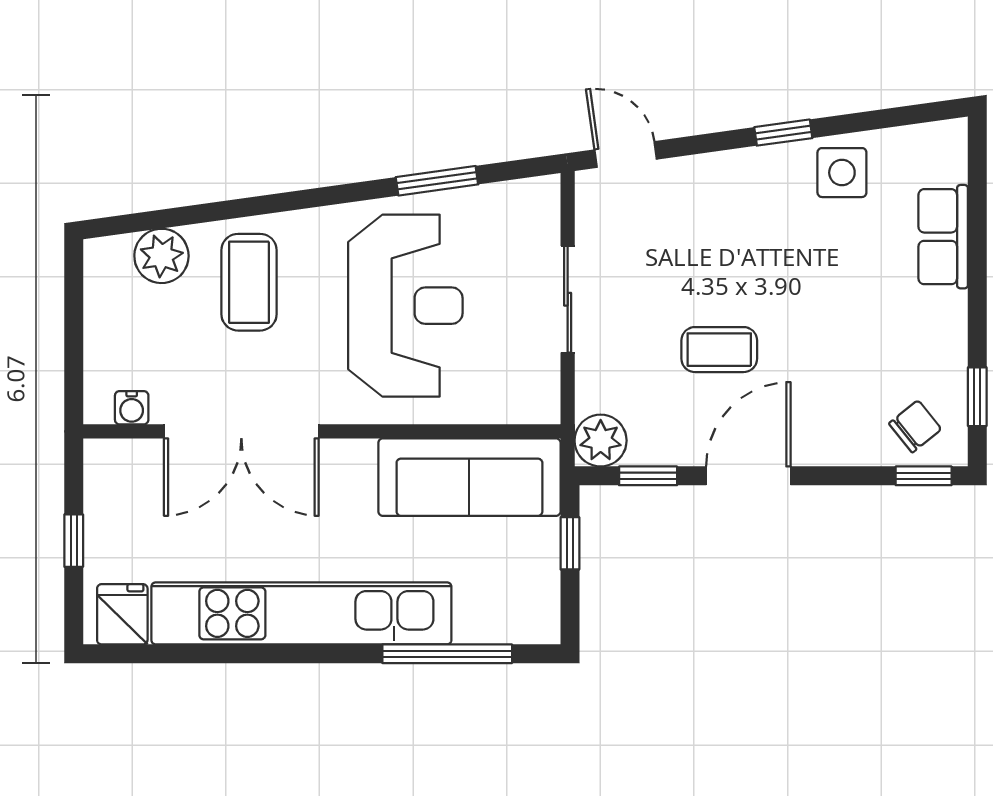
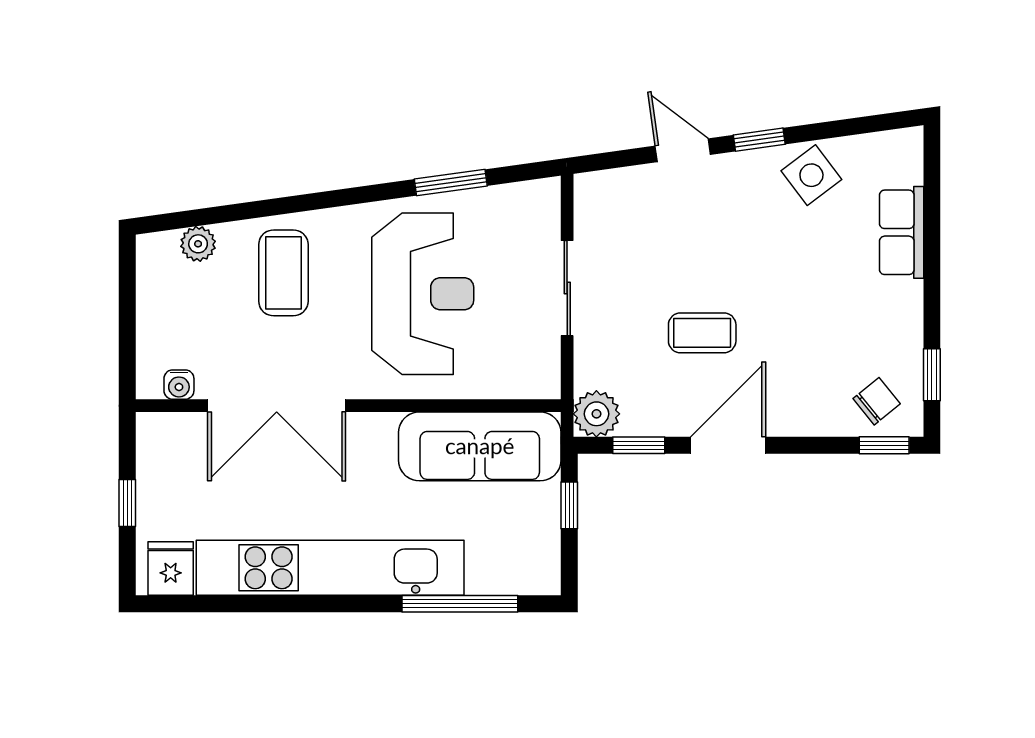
door: (626, 155) -> (683, 150), moved
side table: (842, 173) -> (811, 175), turned -37
plant: (161, 256) -> (198, 244), width x0.73, depth x0.73

